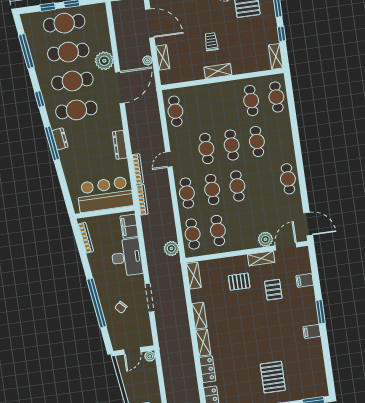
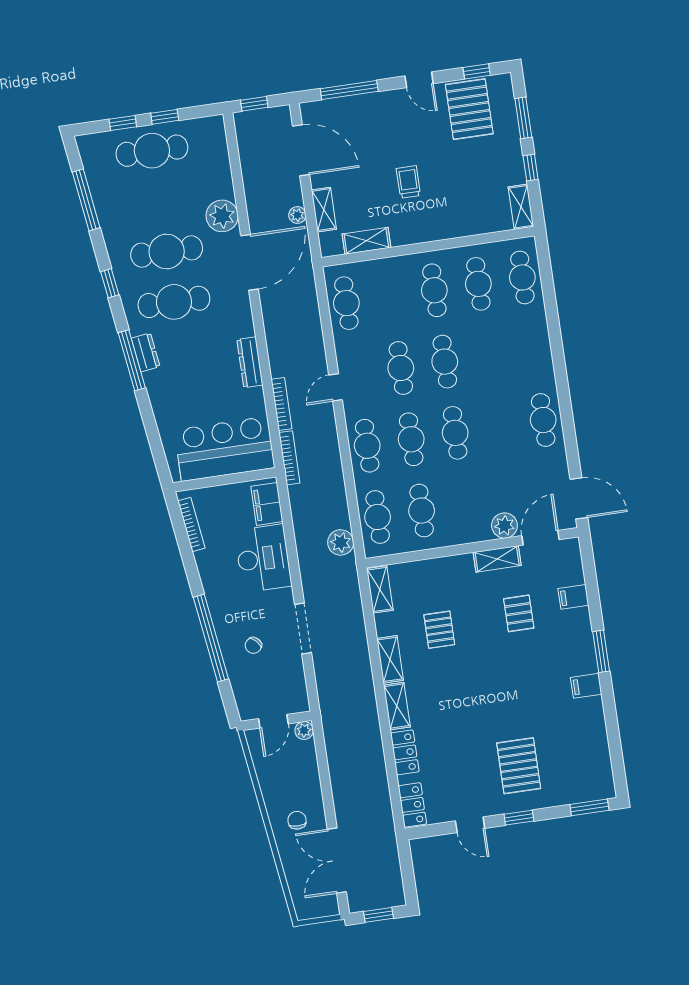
cafe table: (68, 52) -> (159, 201), removed
shelving: (218, 71) -> (366, 241), moved
cafe table: (257, 141) -> (434, 290), moved
pallet: (239, 282) -> (439, 630), moved, turned 90

